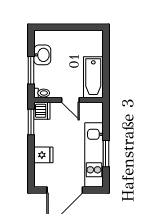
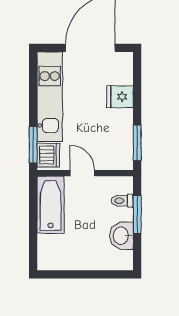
toilet: (42, 93) -> (122, 201), moved
dishwasher: (42, 111) -> (48, 155), moved, turned 180
window: (106, 154) -> (33, 145), moved

